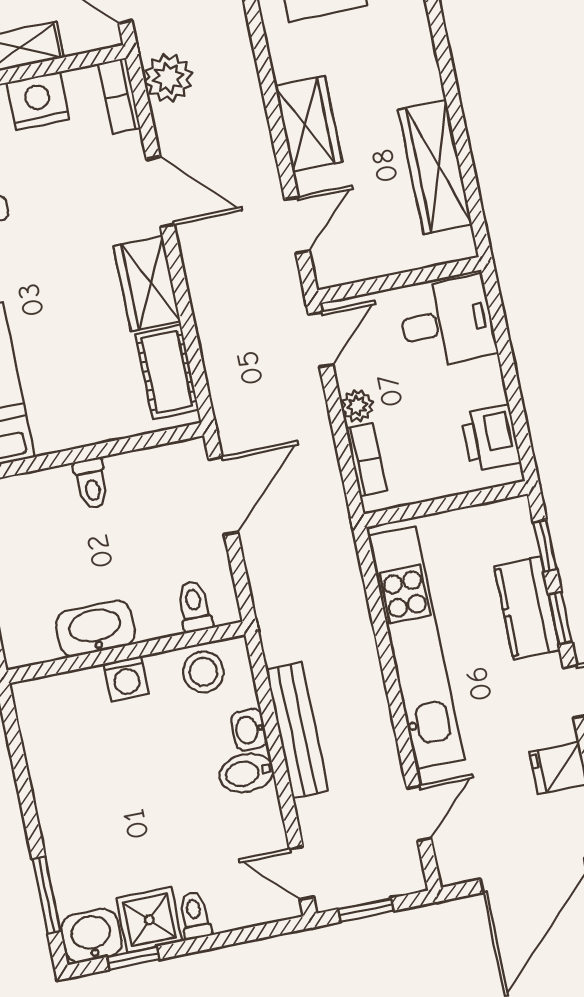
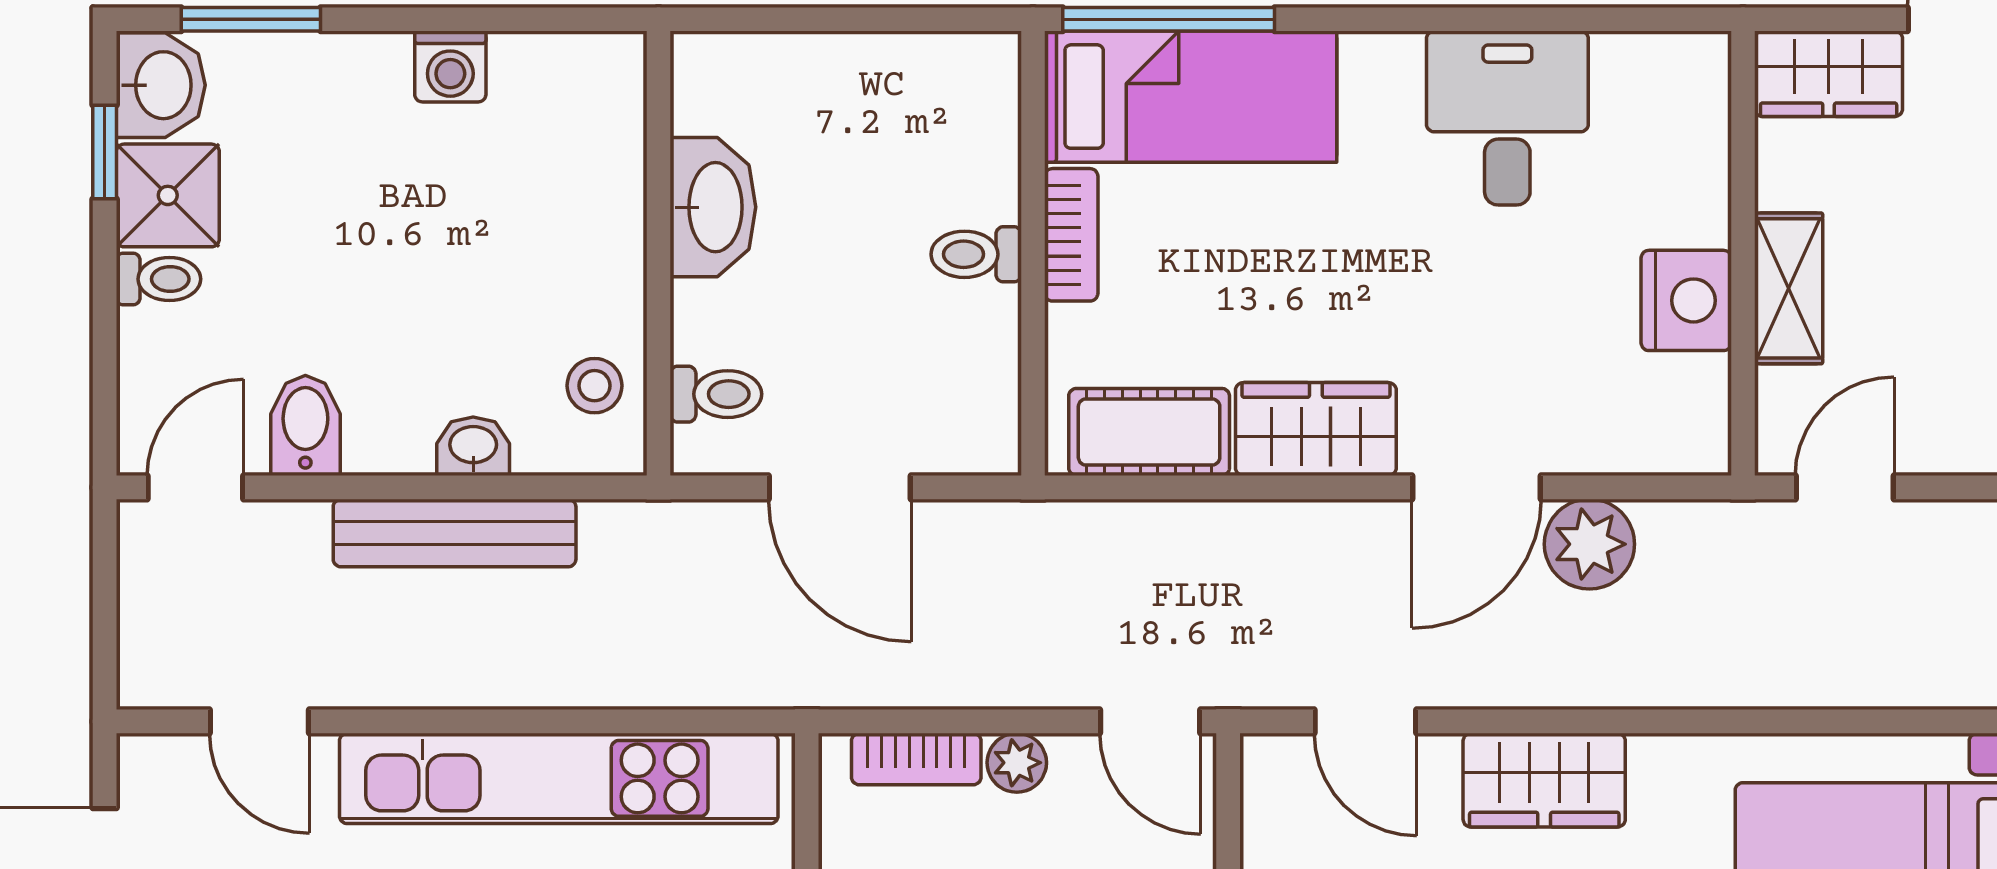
plant: (168, 78) -> (1589, 544), moved
bookcase: (119, 96) -> (1071, 235), moved, turned 90
door: (223, 496) -> (840, 487), moved
stool: (203, 672) -> (595, 386), width x0.73, depth x0.73
washing machine: (126, 679) -> (450, 66), moved, turned -90
bidet: (246, 773) -> (305, 426), moved
window: (366, 910) -> (105, 589), removed

